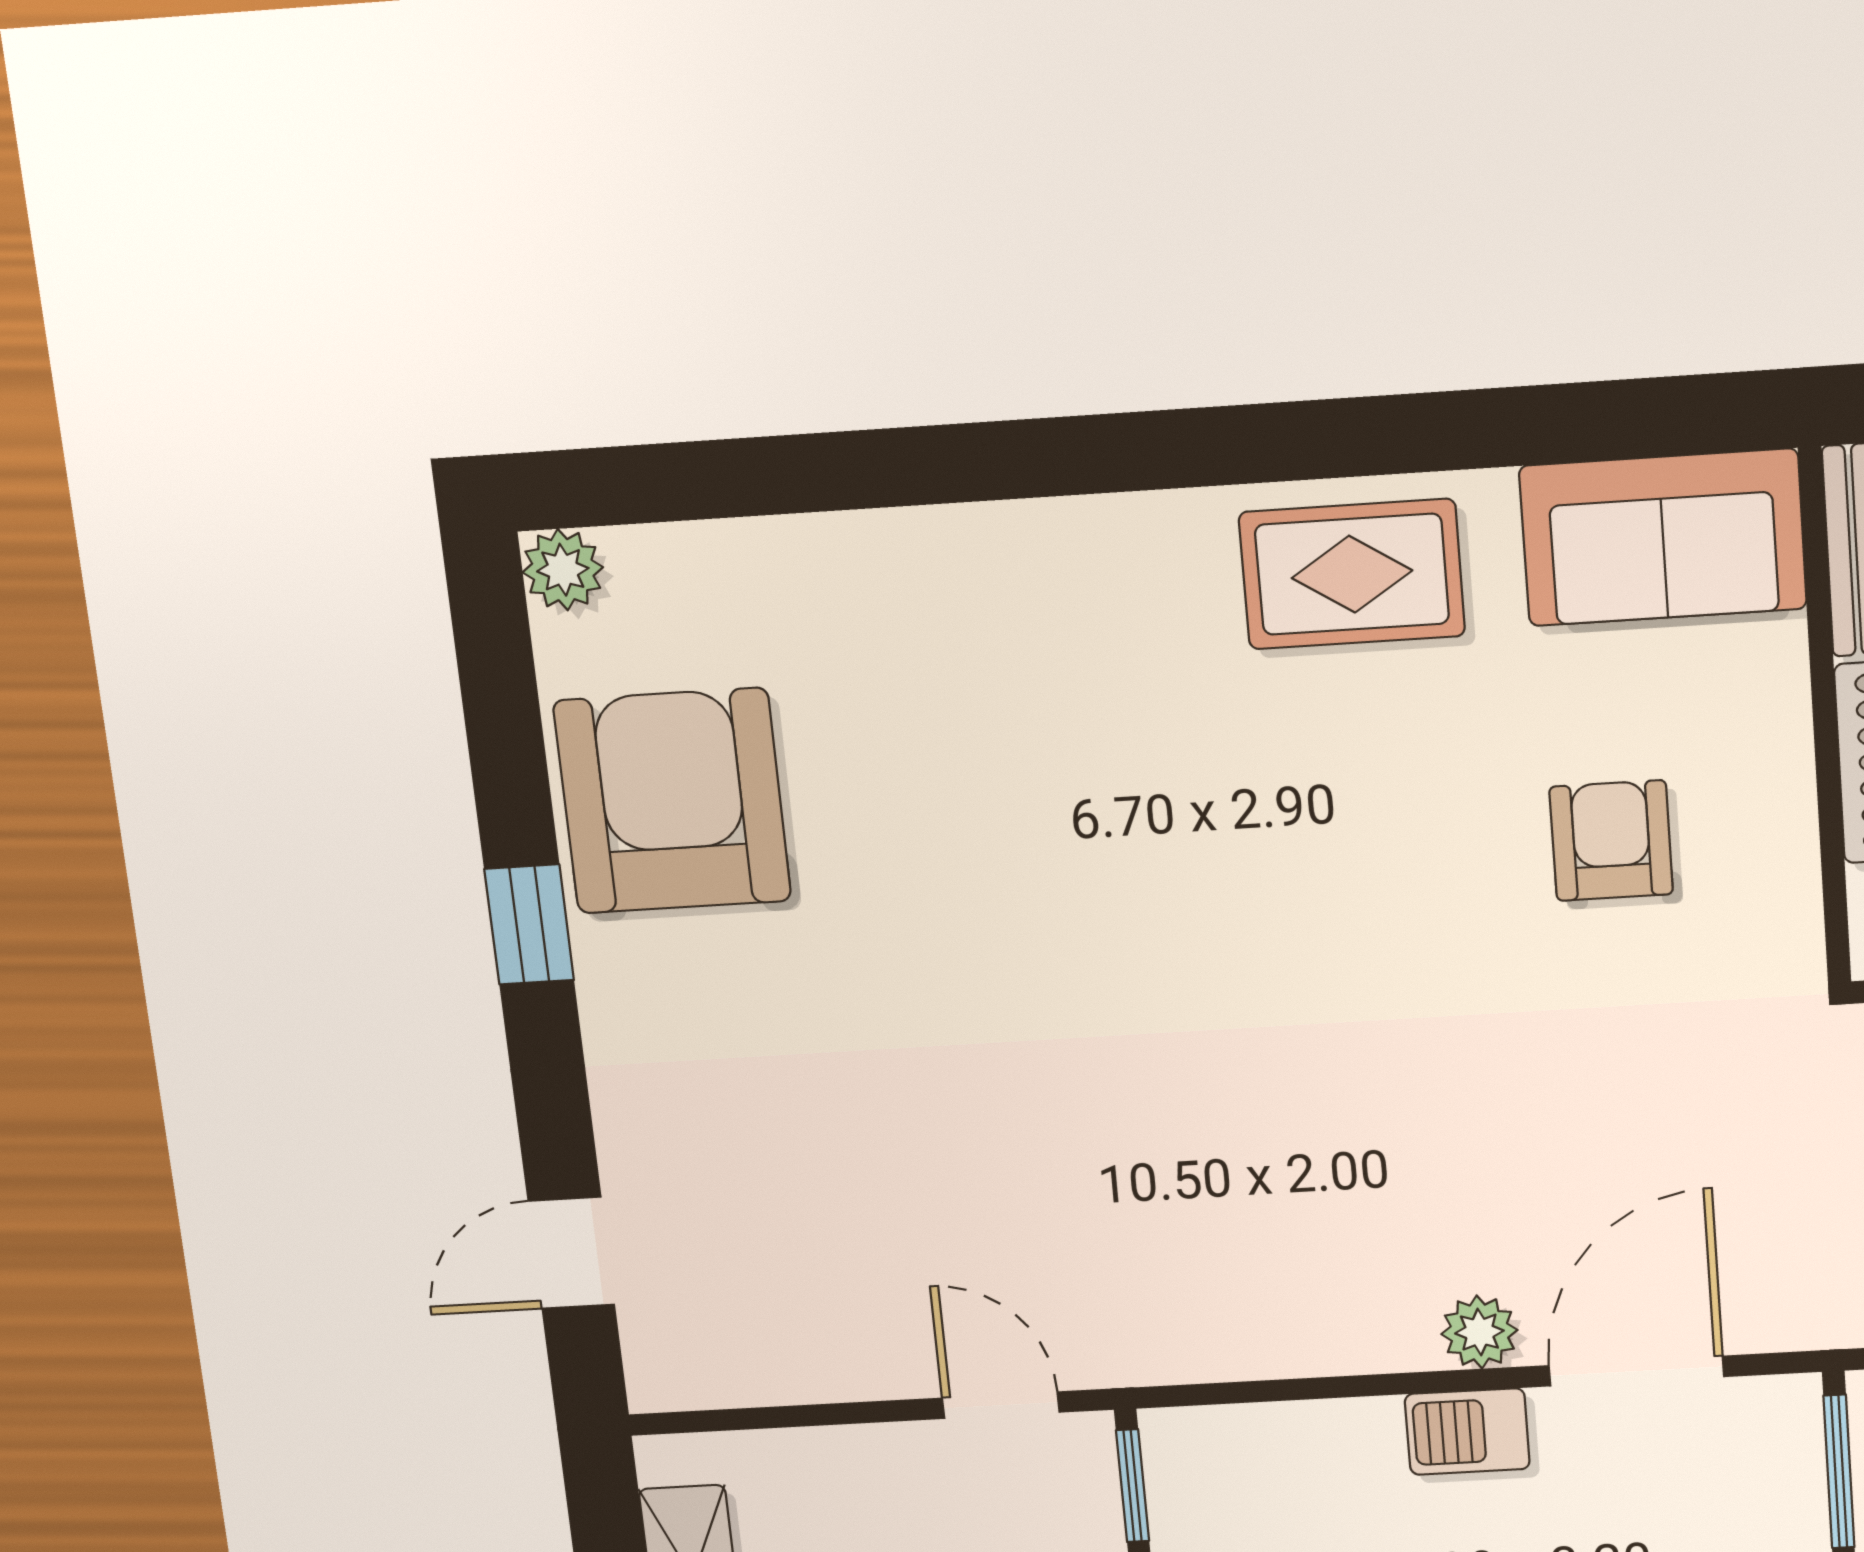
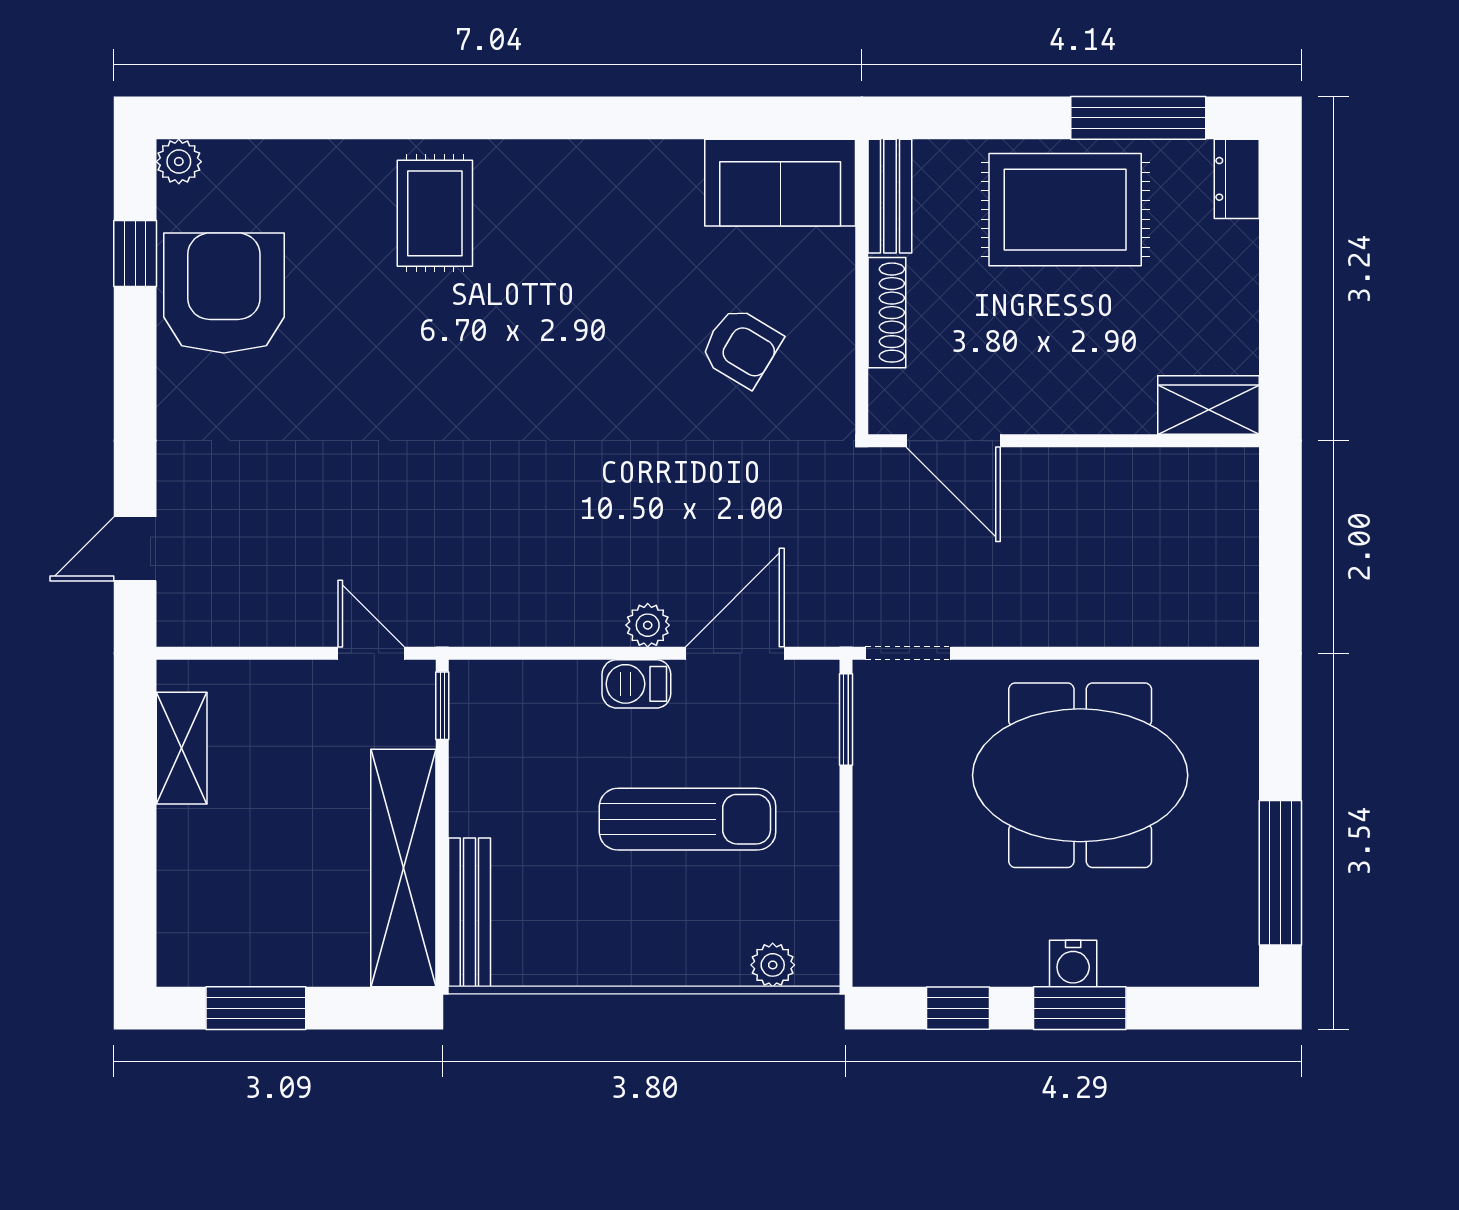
rug: (1352, 574) -> (435, 213), moved, turned 90
armchair: (1611, 841) -> (741, 347), turned 121
window: (529, 924) -> (135, 254), moved

